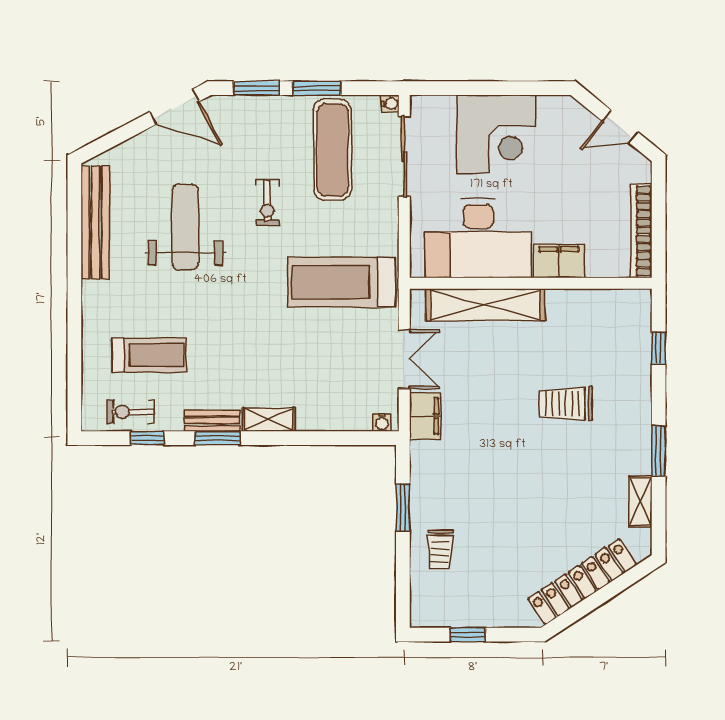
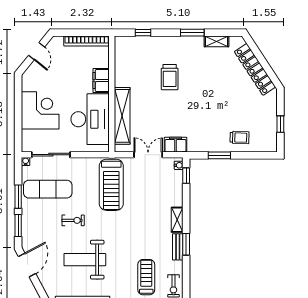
window: (147, 438) -> (186, 176), moved

